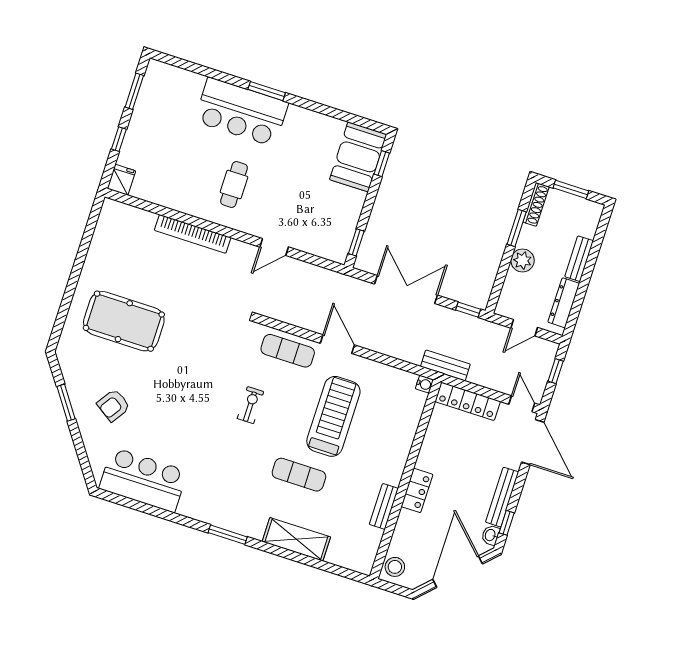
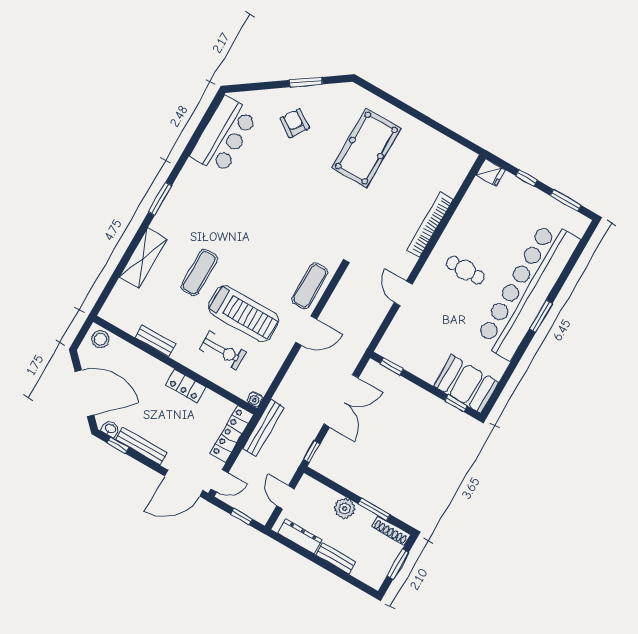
bar counter: (241, 112) -> (527, 290), width x1.86
bench: (445, 365) -> (264, 428), width x1.36
exercise bike: (250, 405) -> (223, 351), moved, width x1.38, depth x1.39
locker: (417, 490) -> (186, 386), moved

